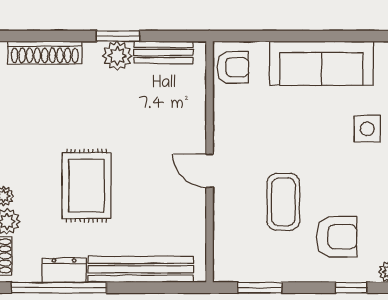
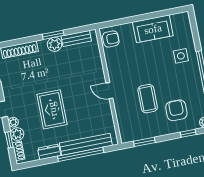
sofa: (321, 63) -> (153, 29), width x0.73
armchair: (337, 237) -> (176, 110), turned -90
window: (59, 288) -> (81, 154), moved

